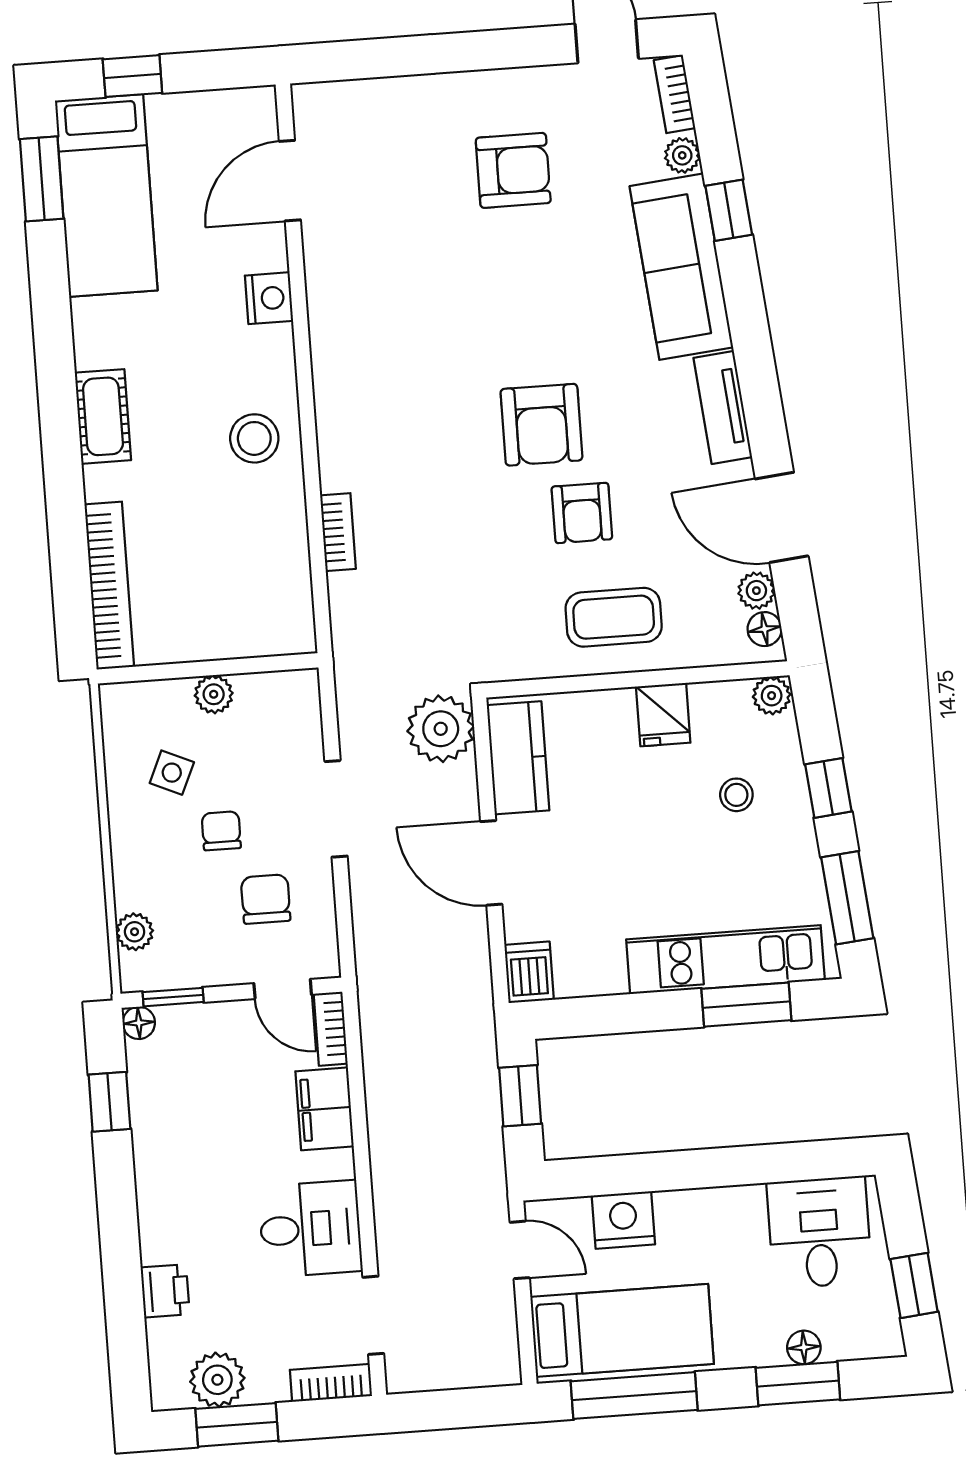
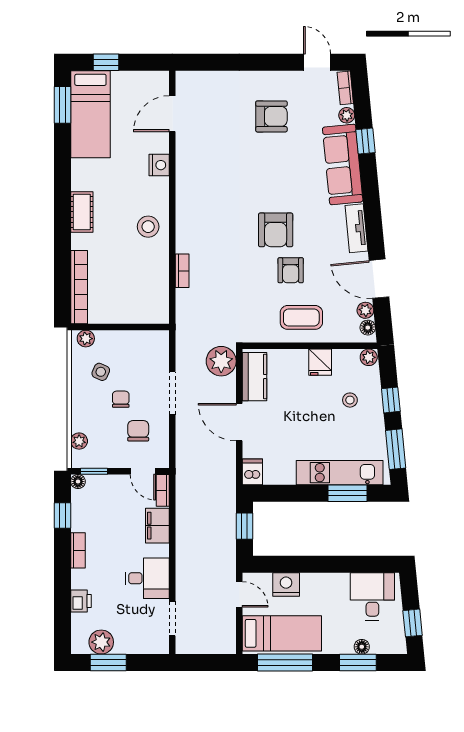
plant: (214, 694) -> (86, 339), moved
bookcase: (331, 1383) -> (78, 550), moved, turned 90

